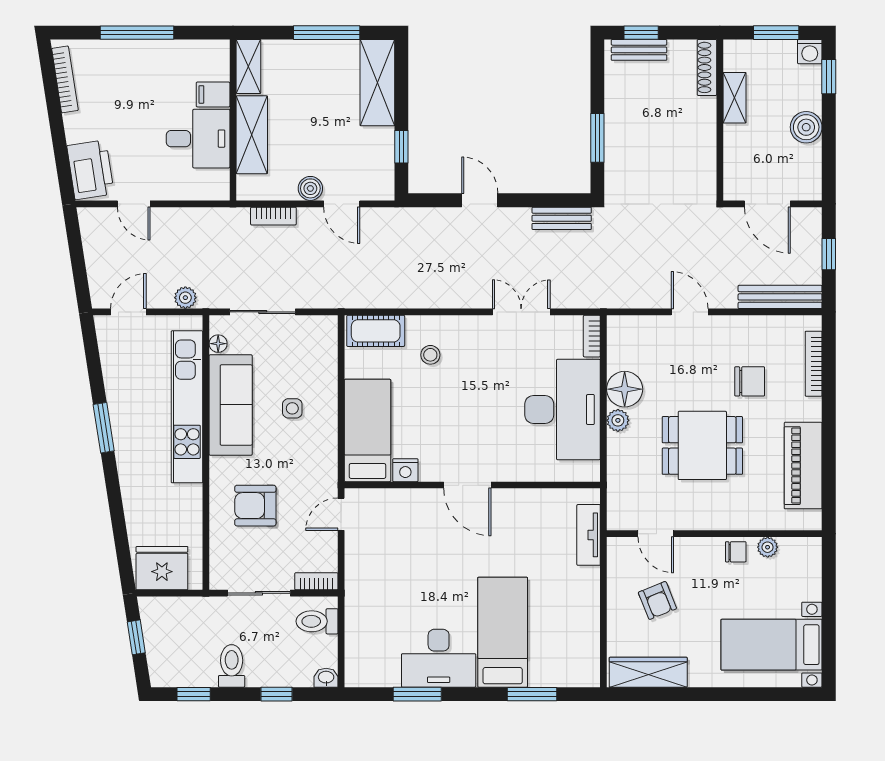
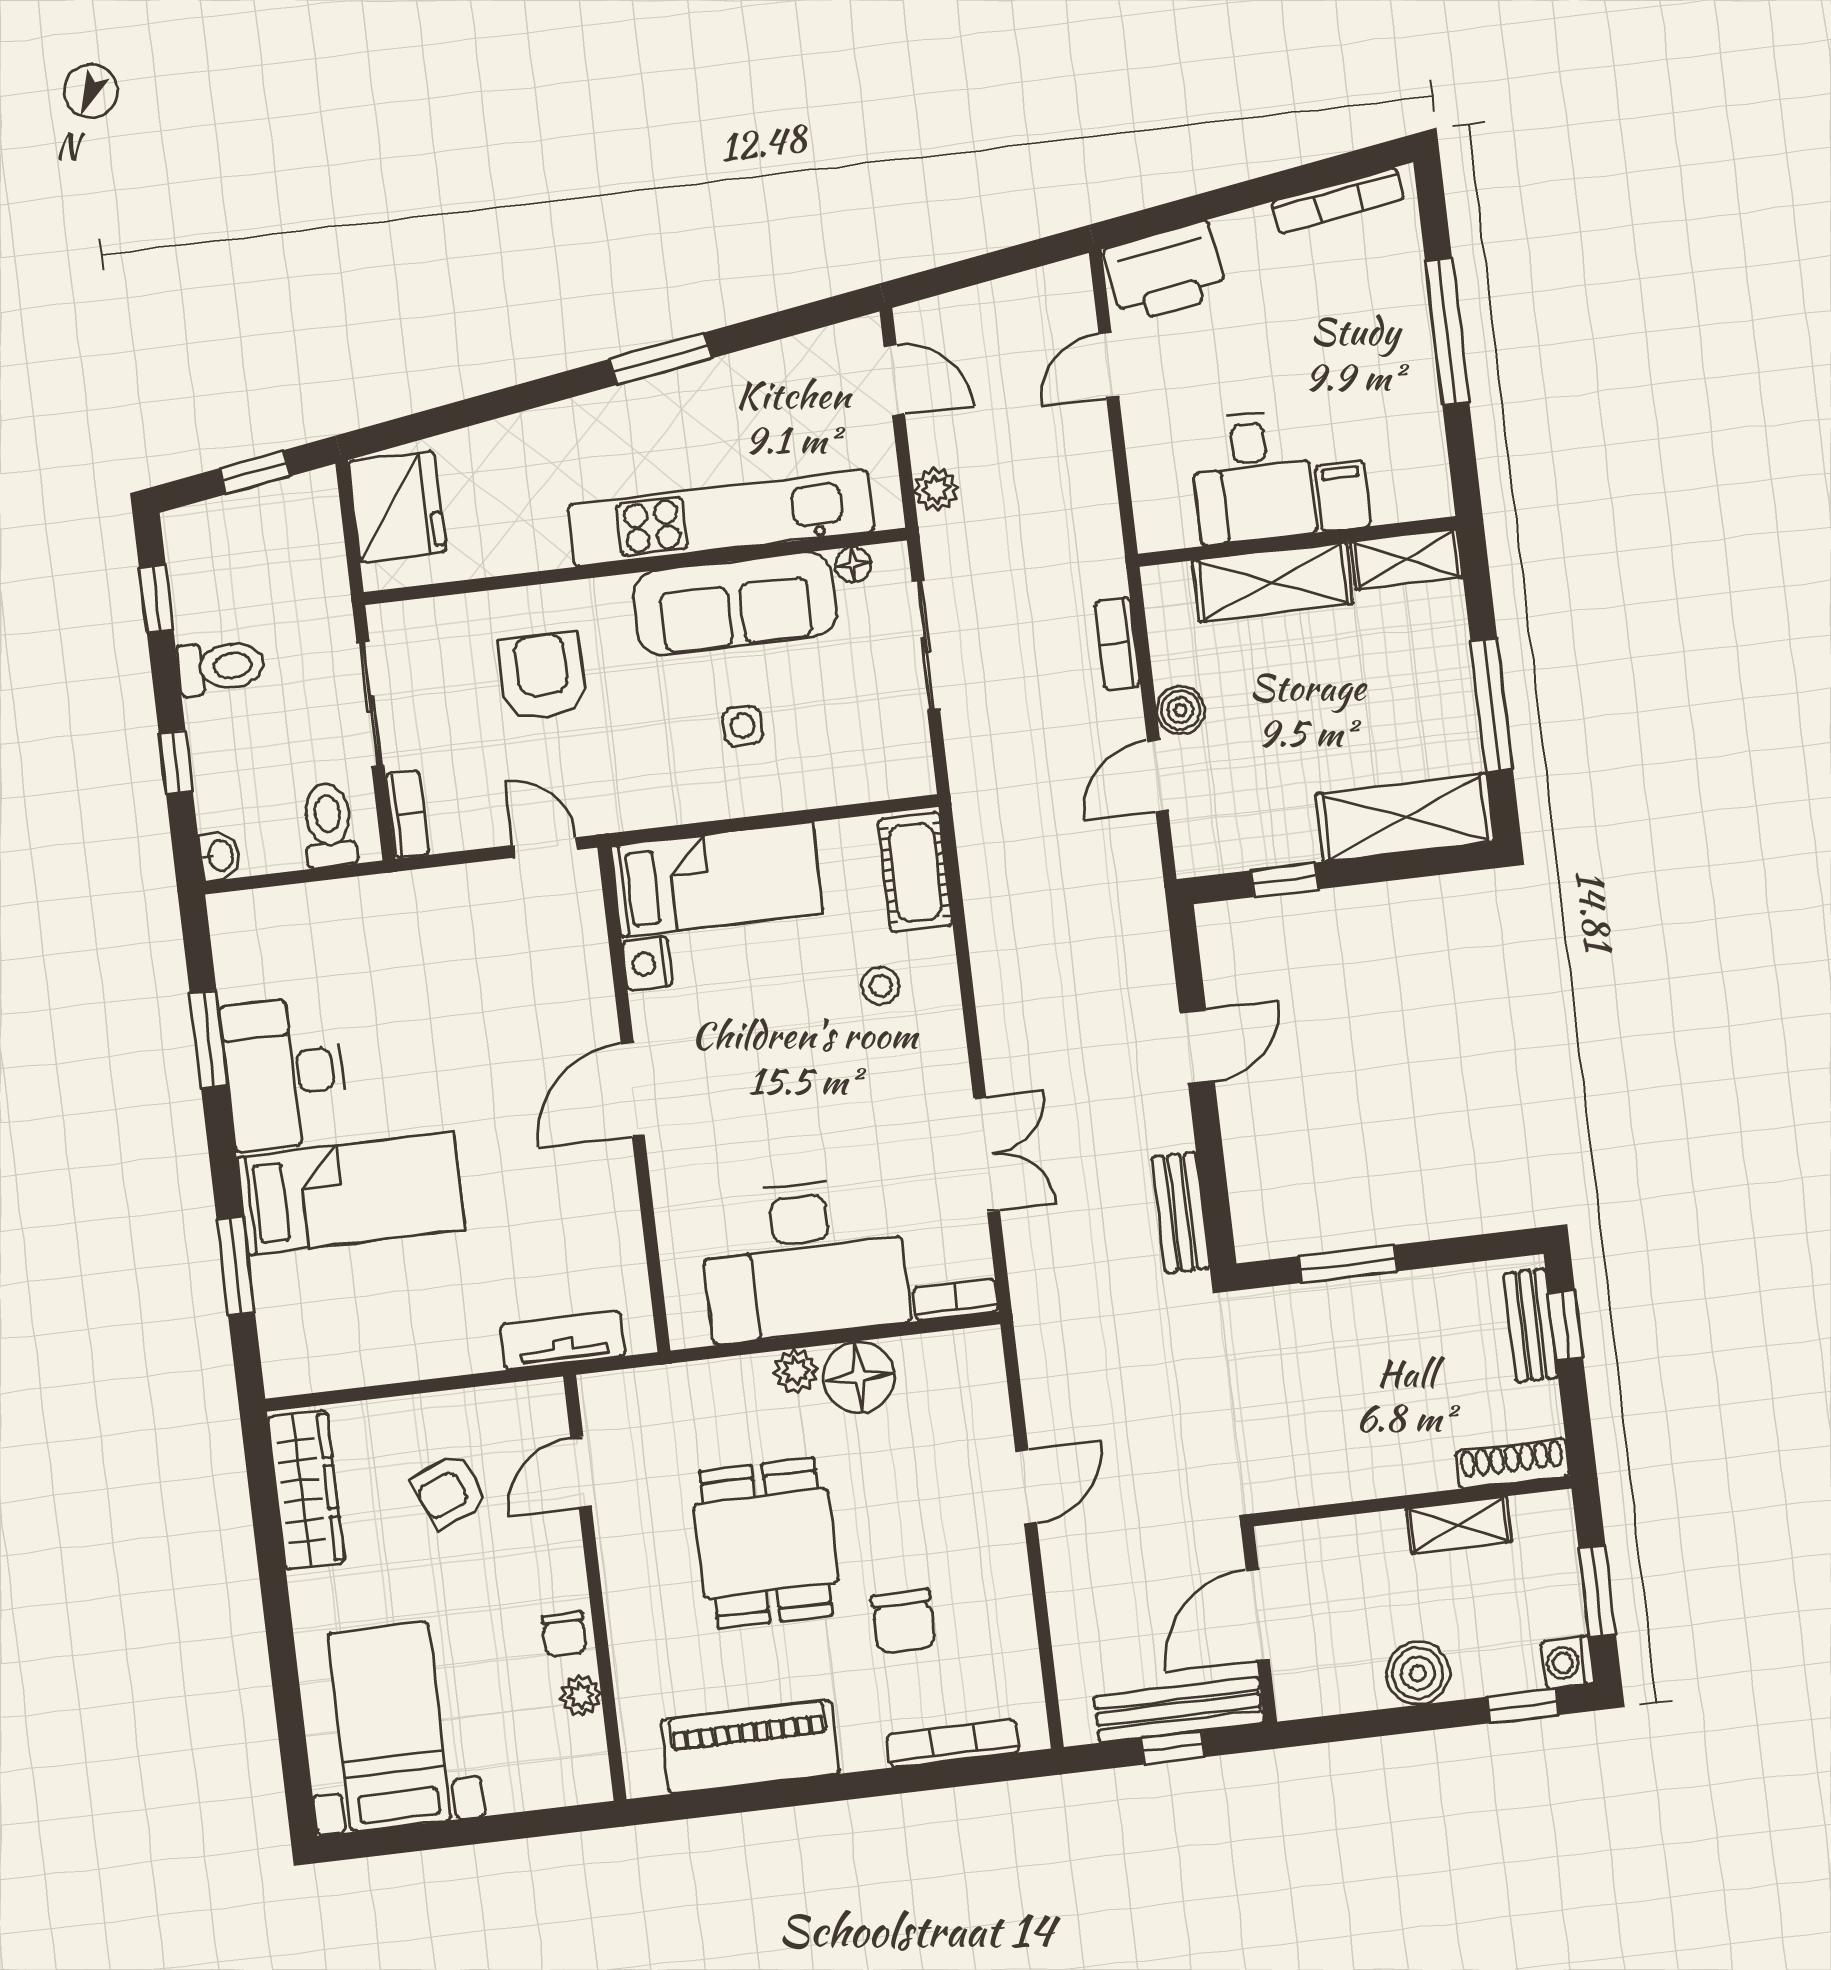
bench: (780, 297) -> (1179, 1710), moved, turned 90

